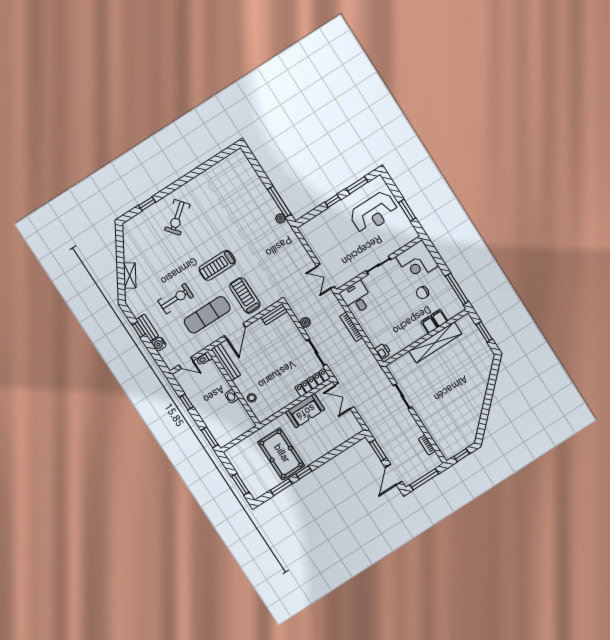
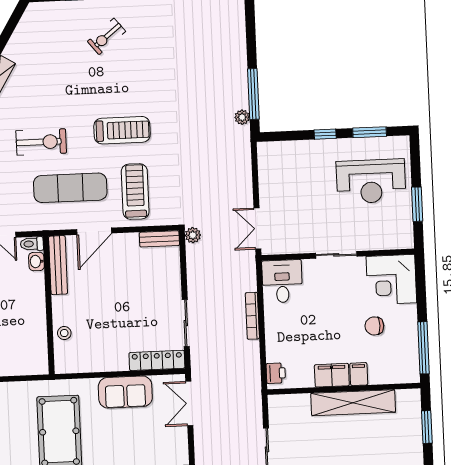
exercise bike: (177, 217) -> (107, 36), width x0.73, depth x0.72
treadmill: (217, 265) -> (122, 130), turned 180
filing cabinet: (439, 318) -> (332, 375), moved, width x2.00
plant: (305, 323) -> (193, 235), moved
washbasin: (232, 396) -> (36, 261), moved

